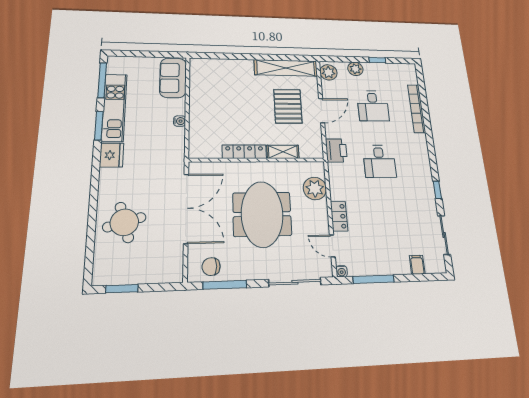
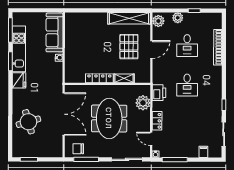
sofa: (173, 78) -> (55, 32), width x1.36
printer: (336, 150) -> (159, 93), moved

